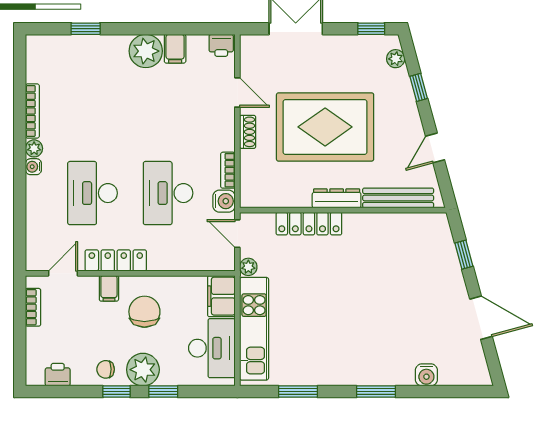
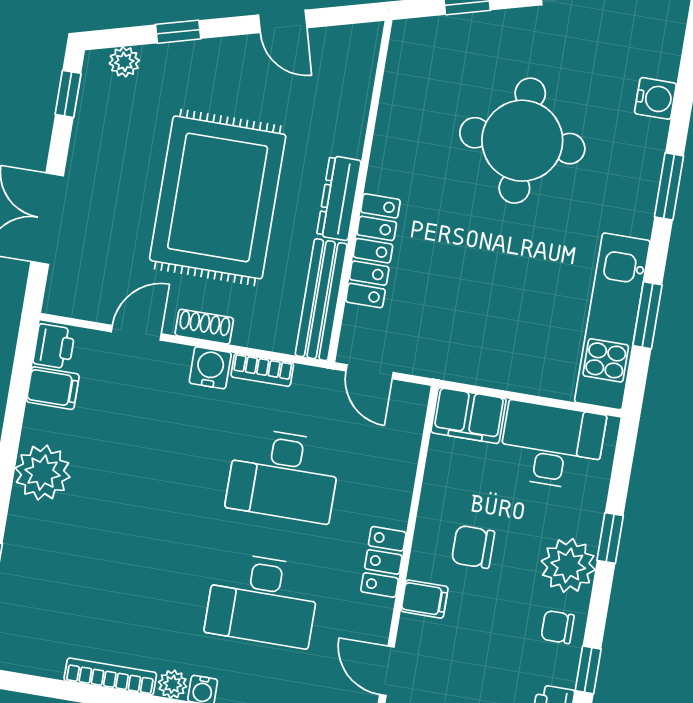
filing cabinet: (175, 49) -> (53, 388), moved
bench: (398, 198) -> (321, 300), moved
water cooler: (224, 201) -> (210, 368), moved
door: (237, 234) -> (370, 372), hinge flipped
locker: (116, 260) -> (383, 562), width x0.66
plant: (248, 267) -> (428, 363), removed
round table: (388, 301) -> (522, 141), added
chair: (144, 312) -> (473, 547), width x0.73, depth x0.73
kitchen unit: (254, 329) -> (612, 321), moved, turned -90
chair: (106, 369) -> (558, 627), turned 90
window: (116, 392) -> (588, 670), moved

